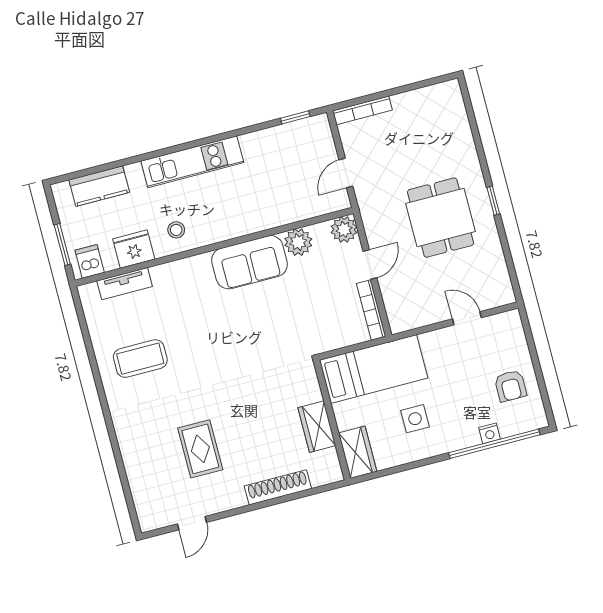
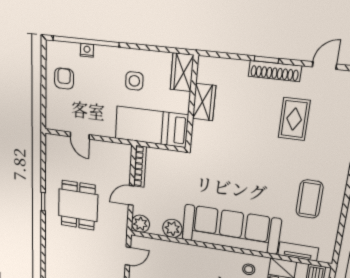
sofa: (250, 262) -> (231, 229), width x1.85, depth x1.27
coffee table: (140, 359) -> (310, 199), turned 90
shoe rack: (278, 487) -> (275, 71), moved
window: (261, 505) -> (266, 60), added

